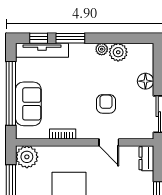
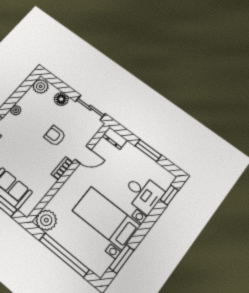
plant: (118, 52) -> (41, 86), moved
bookcase: (63, 134) -> (62, 168), moved

